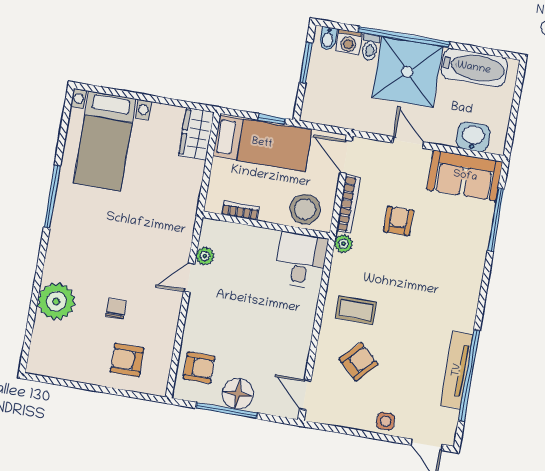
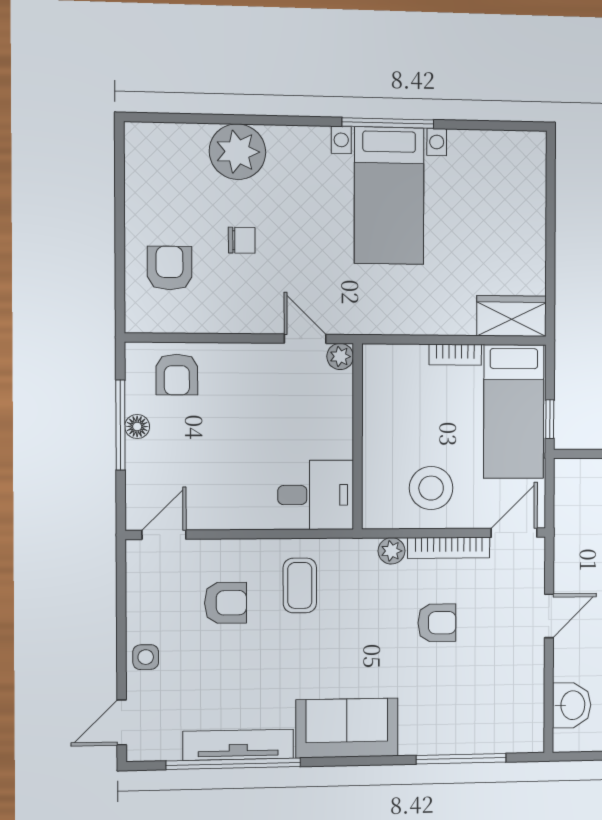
bed with nightstands: (105, 141) -> (389, 196), moved, turned -90
sofa: (465, 176) -> (347, 728), moved, turned 90
bookcase: (240, 210) -> (455, 355), moved, turned 90
wall: (266, 225) -> (358, 437), moved
desk: (301, 260) -> (316, 495), moved
armchair: (359, 362) -> (226, 603), turned -43
floor lamp: (238, 394) -> (137, 427), width x0.53, depth x0.53

